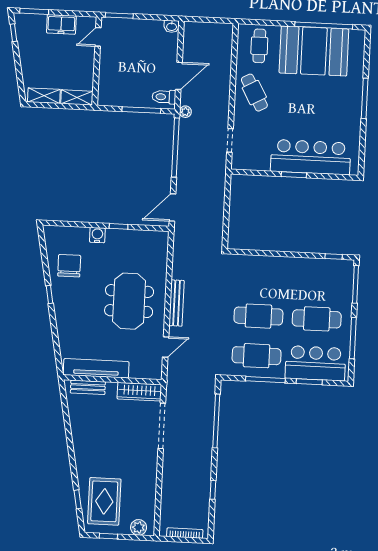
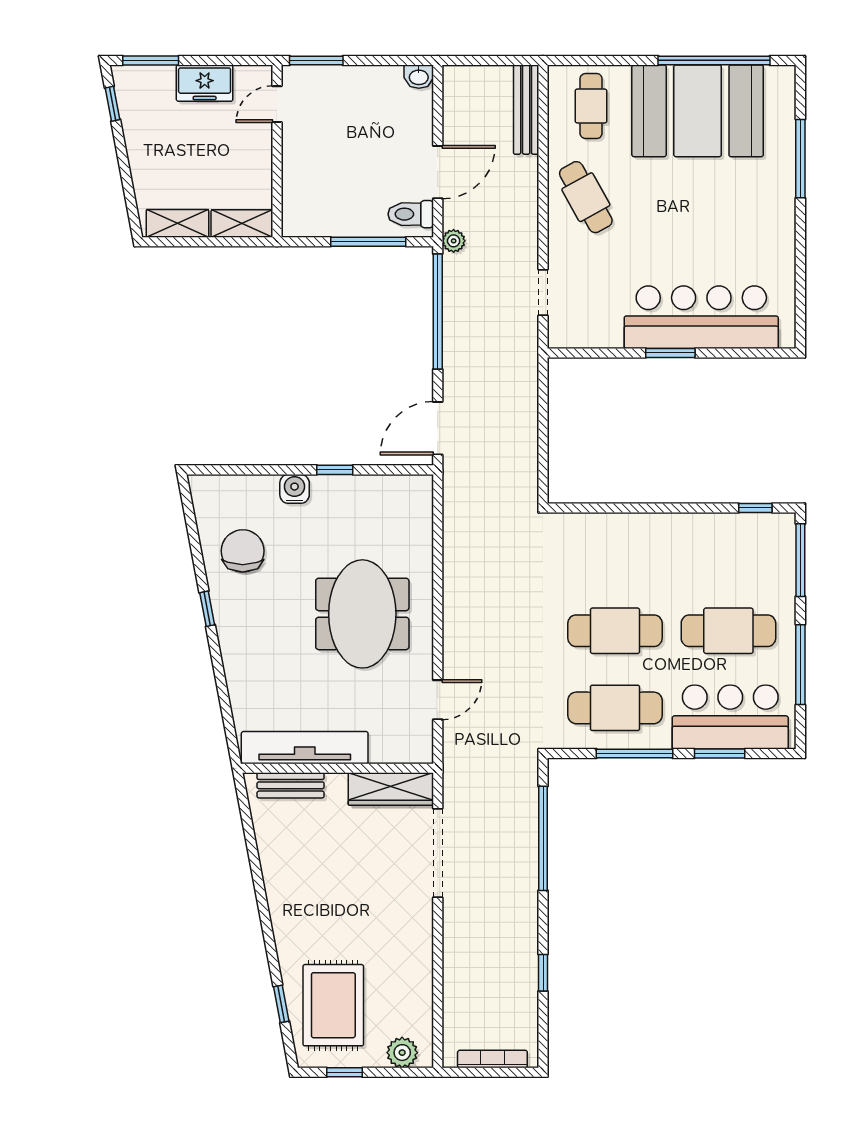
window: (365, 98) -> (800, 159), moved
bench: (177, 303) -> (526, 110), moved

